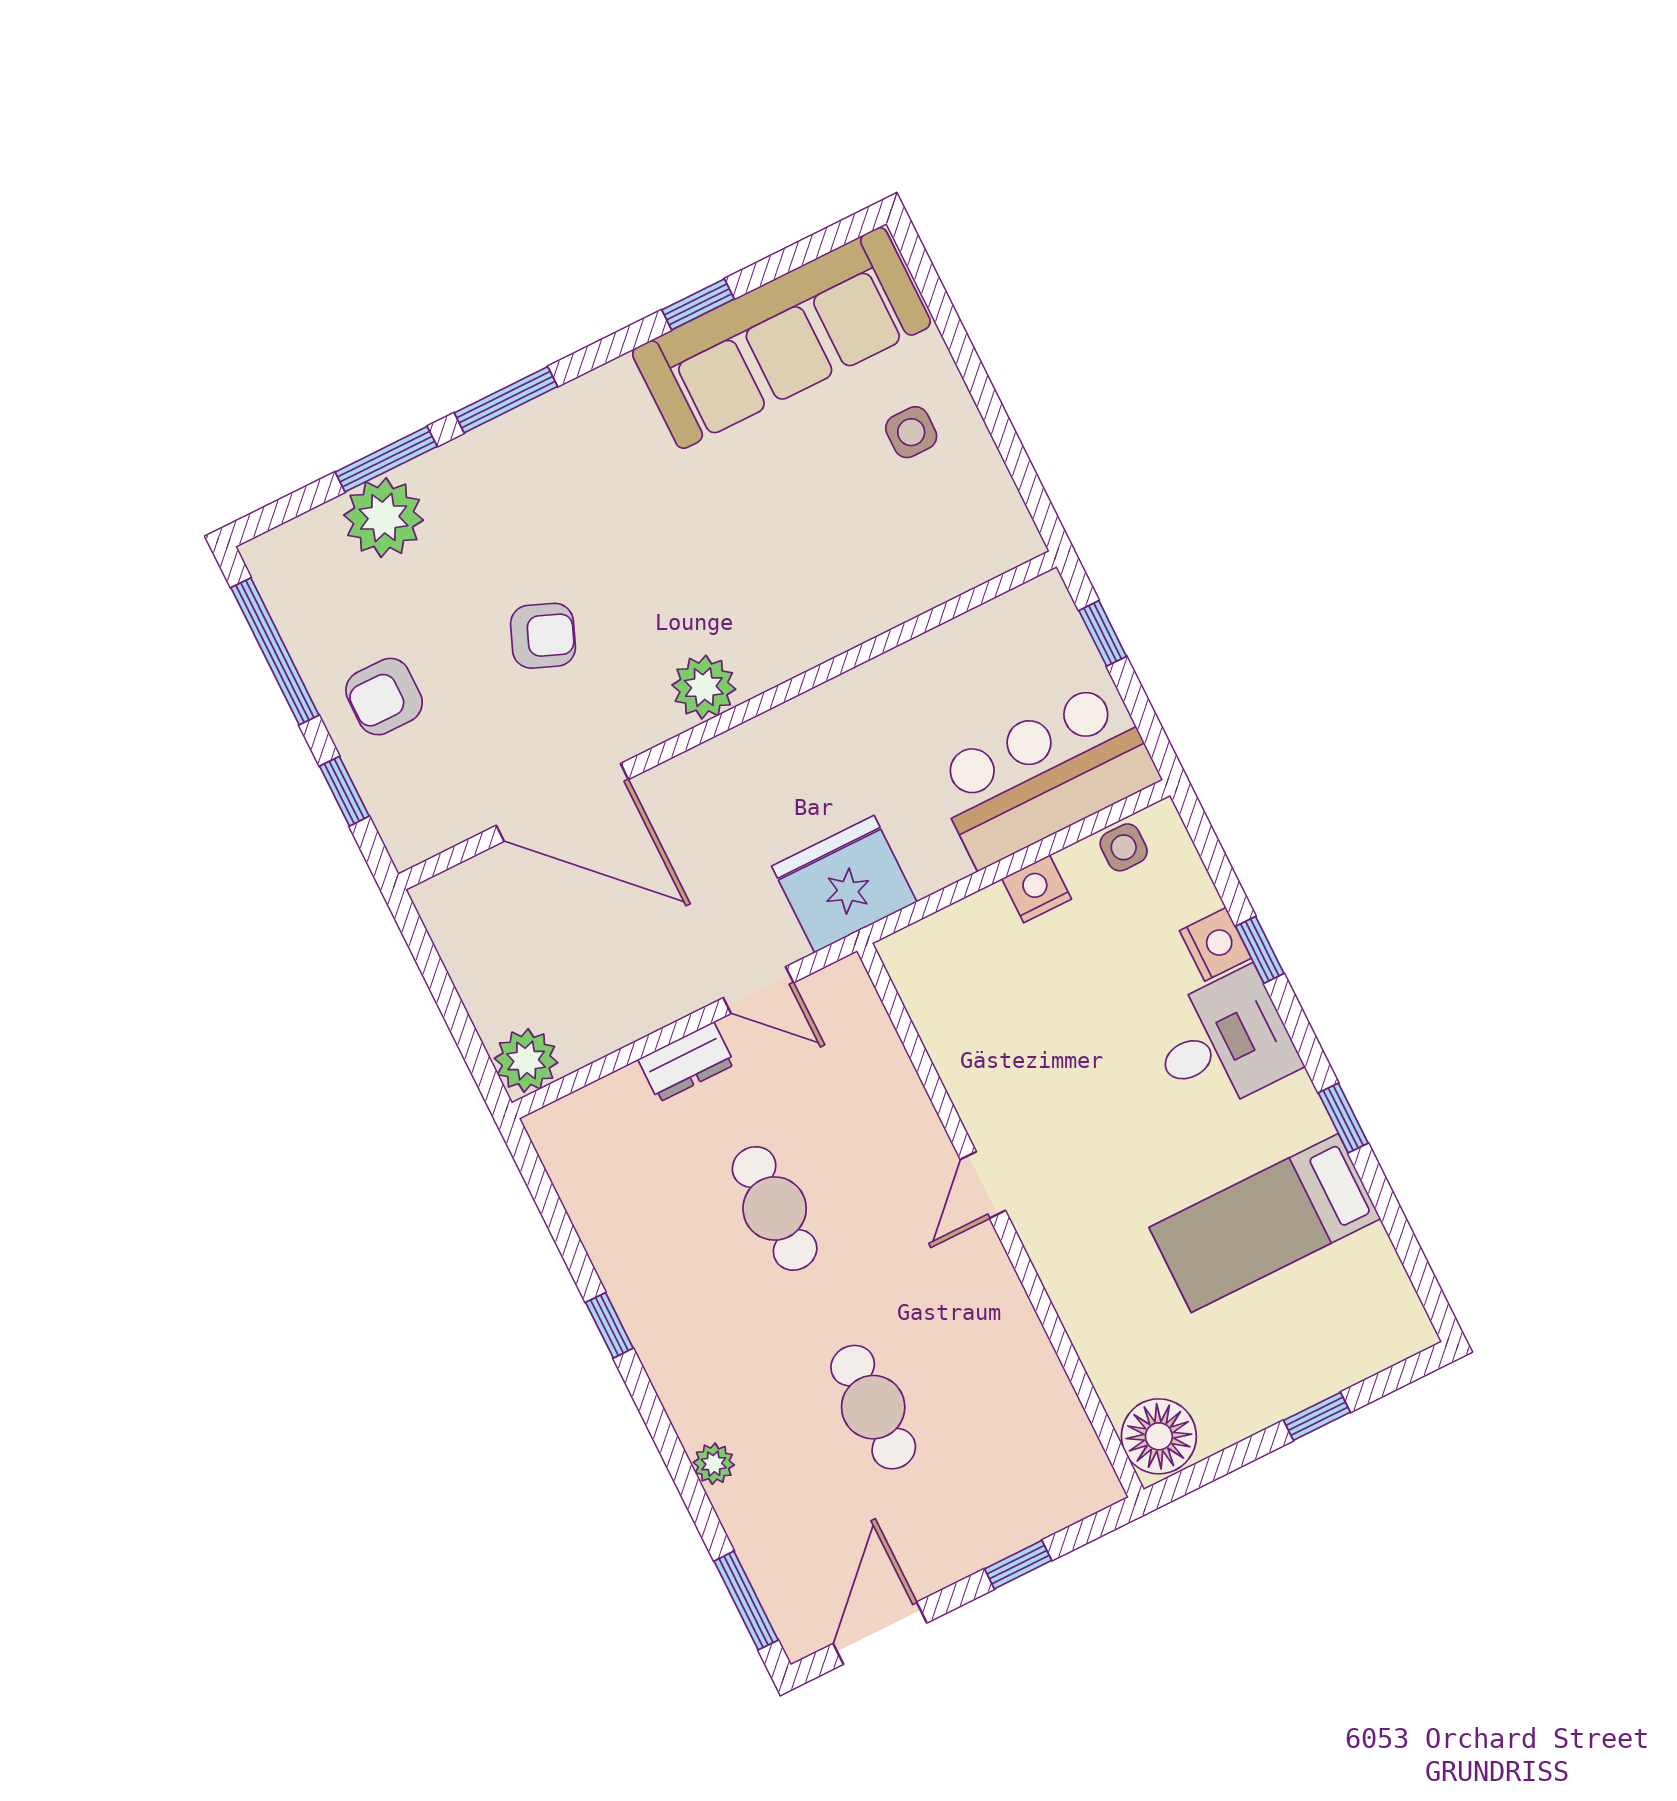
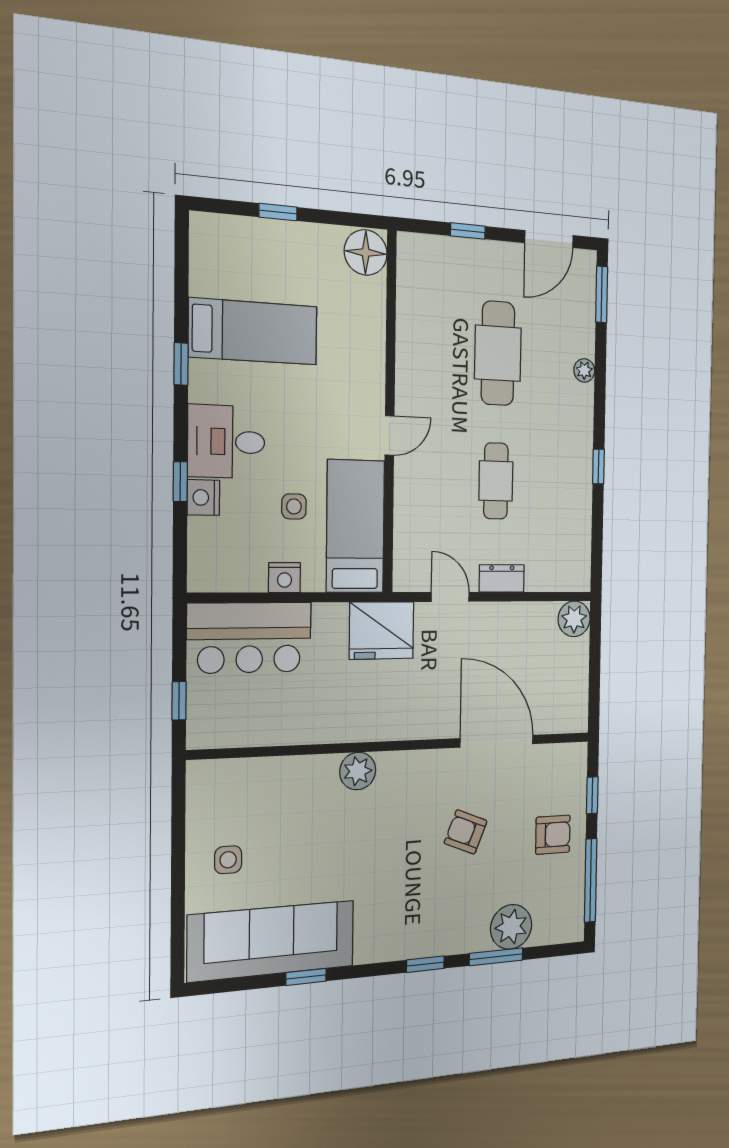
window: (506, 400) -> (425, 964), width x0.67
plant: (704, 687) -> (358, 771), moved
side table: (1124, 847) -> (294, 506), moved
bed: (966, 1020) -> (355, 526), added
cafe table: (873, 1407) -> (498, 353), width x1.37, depth x1.35

